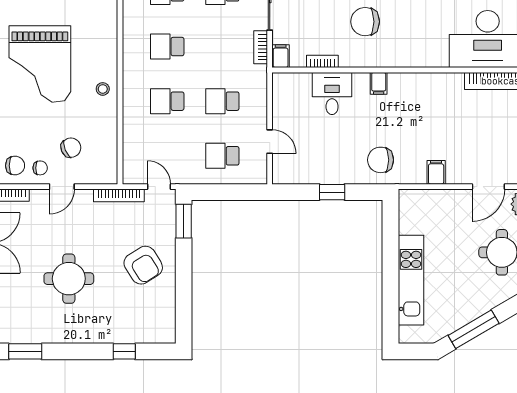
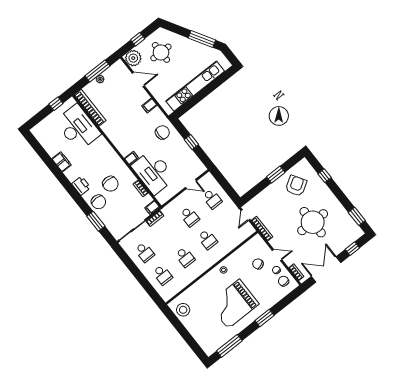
grand piano: (40, 64) -> (234, 304), turned 180
desk: (332, 94) -> (153, 172), width x1.87, depth x1.30
door: (270, 142) -> (191, 184), swing flipped
chair: (381, 160) -> (162, 132), turned -90
window: (184, 221) -> (276, 175), moved
armchair: (143, 265) -> (296, 186), moved
round table: (69, 279) -> (313, 222), width x1.36, depth x1.36
kitchen unit: (411, 280) -> (195, 86), width x1.36

